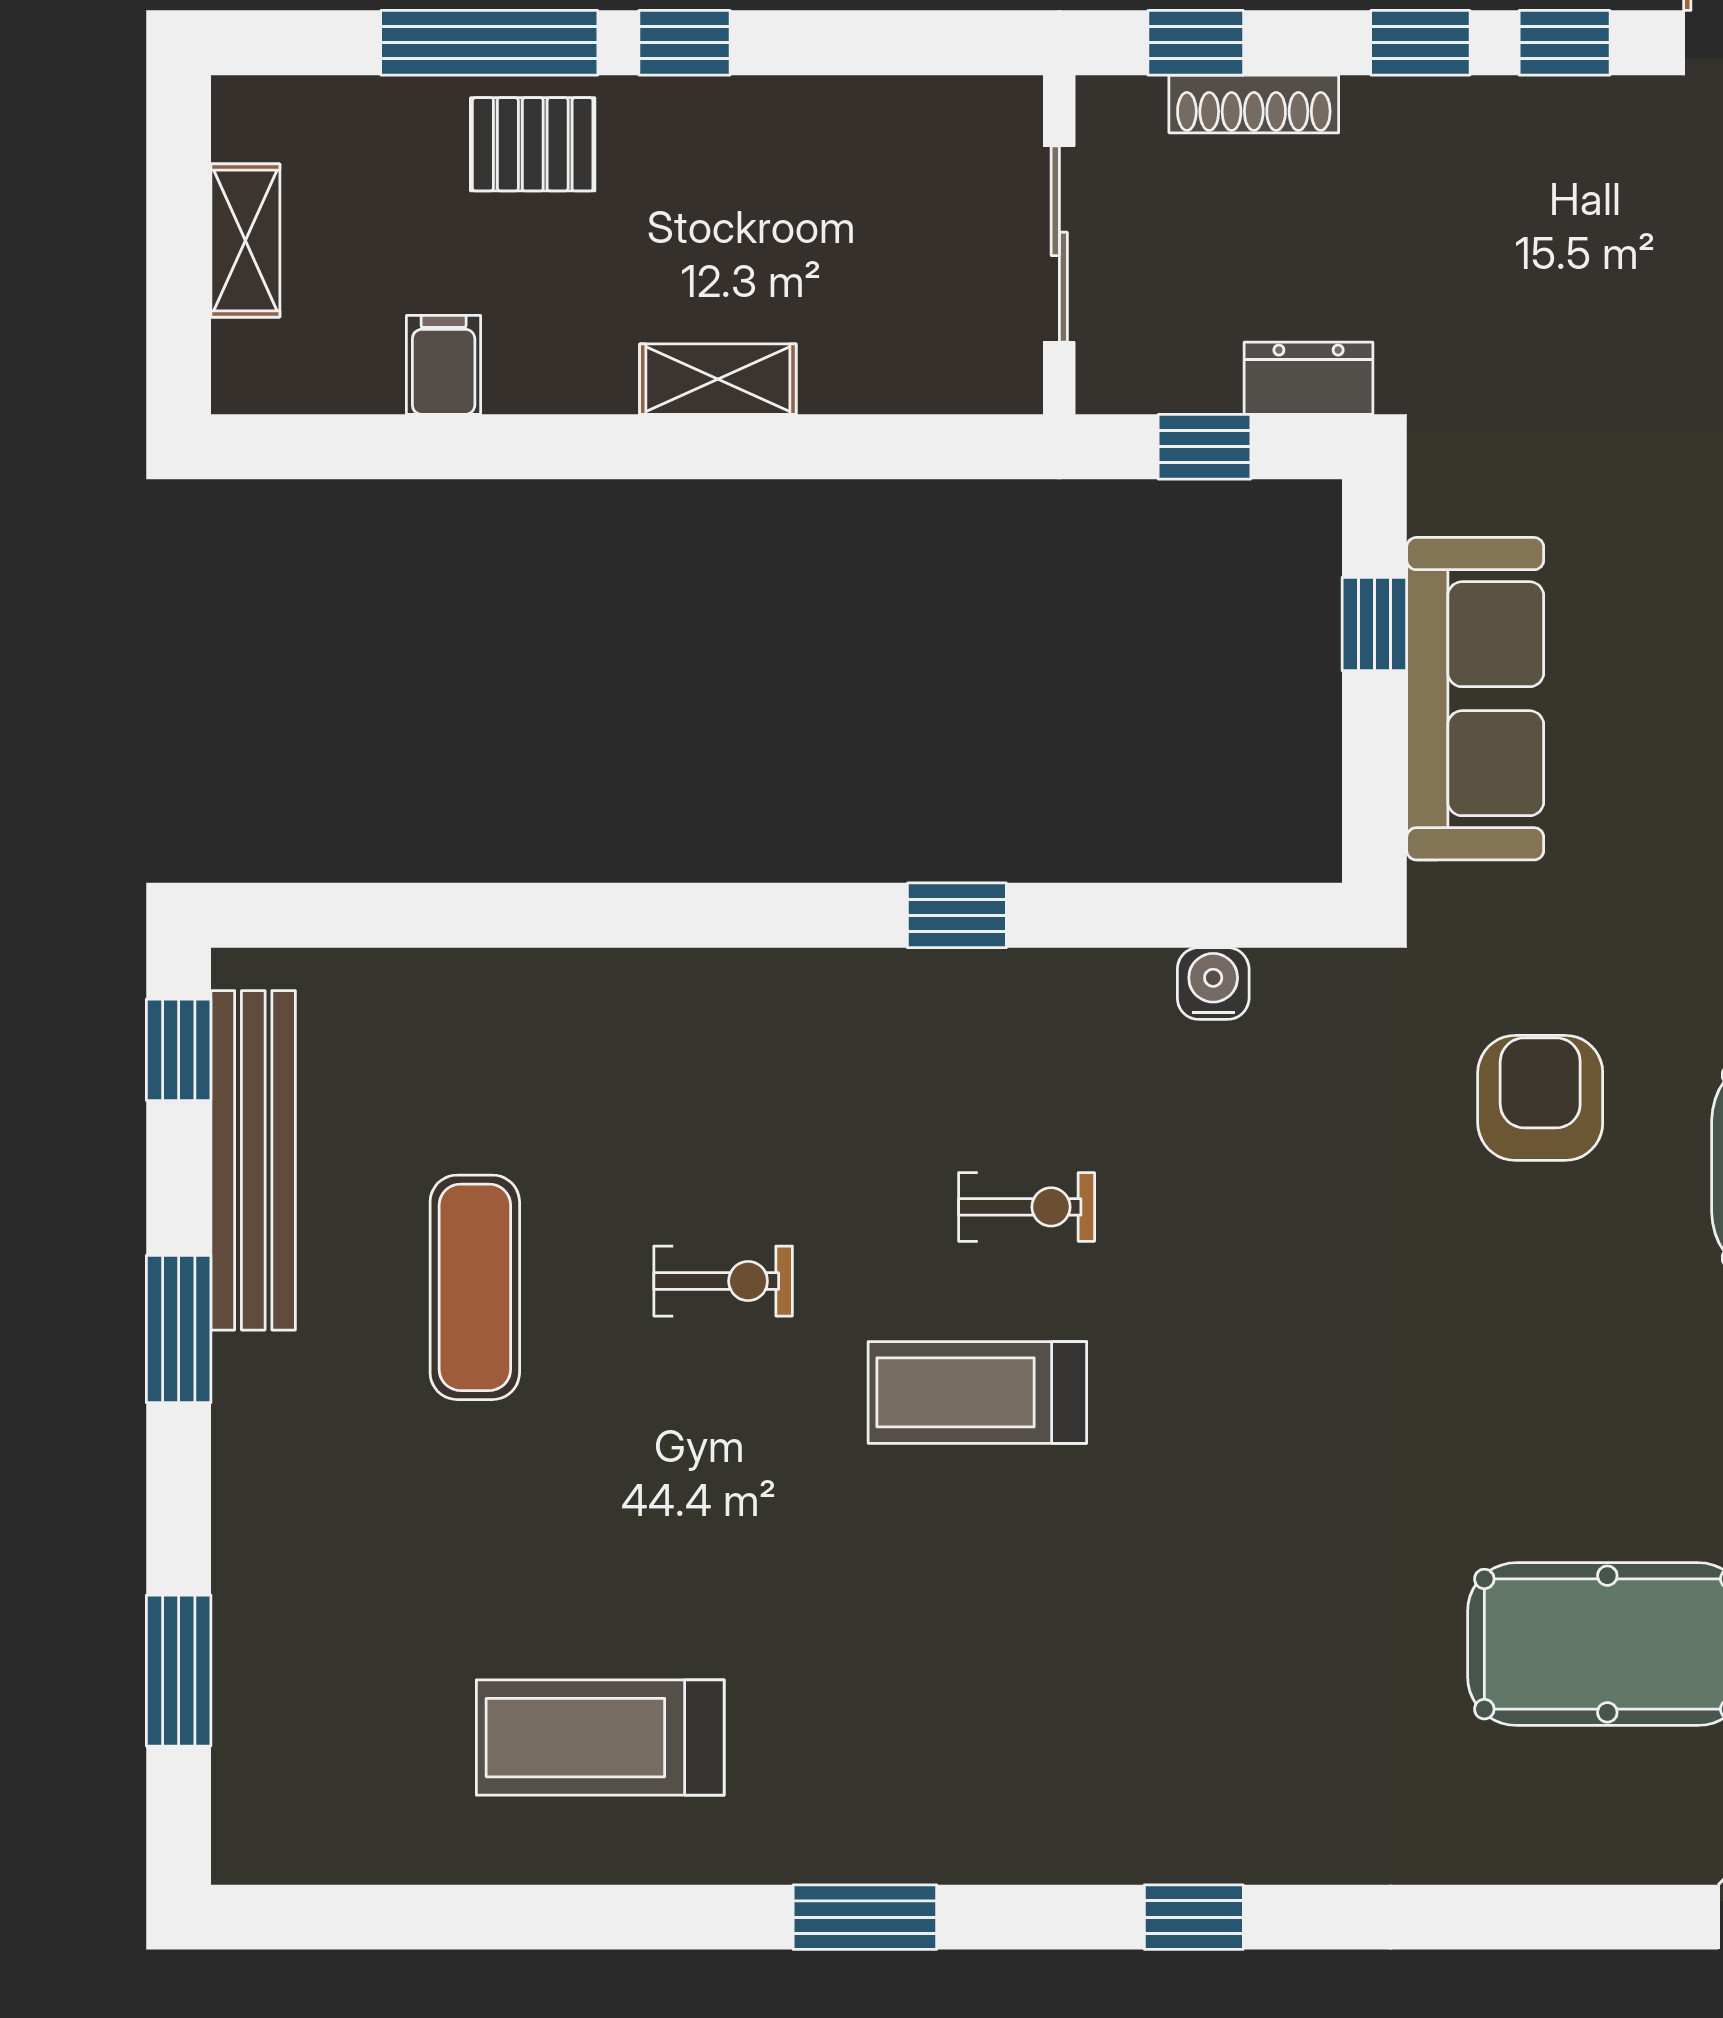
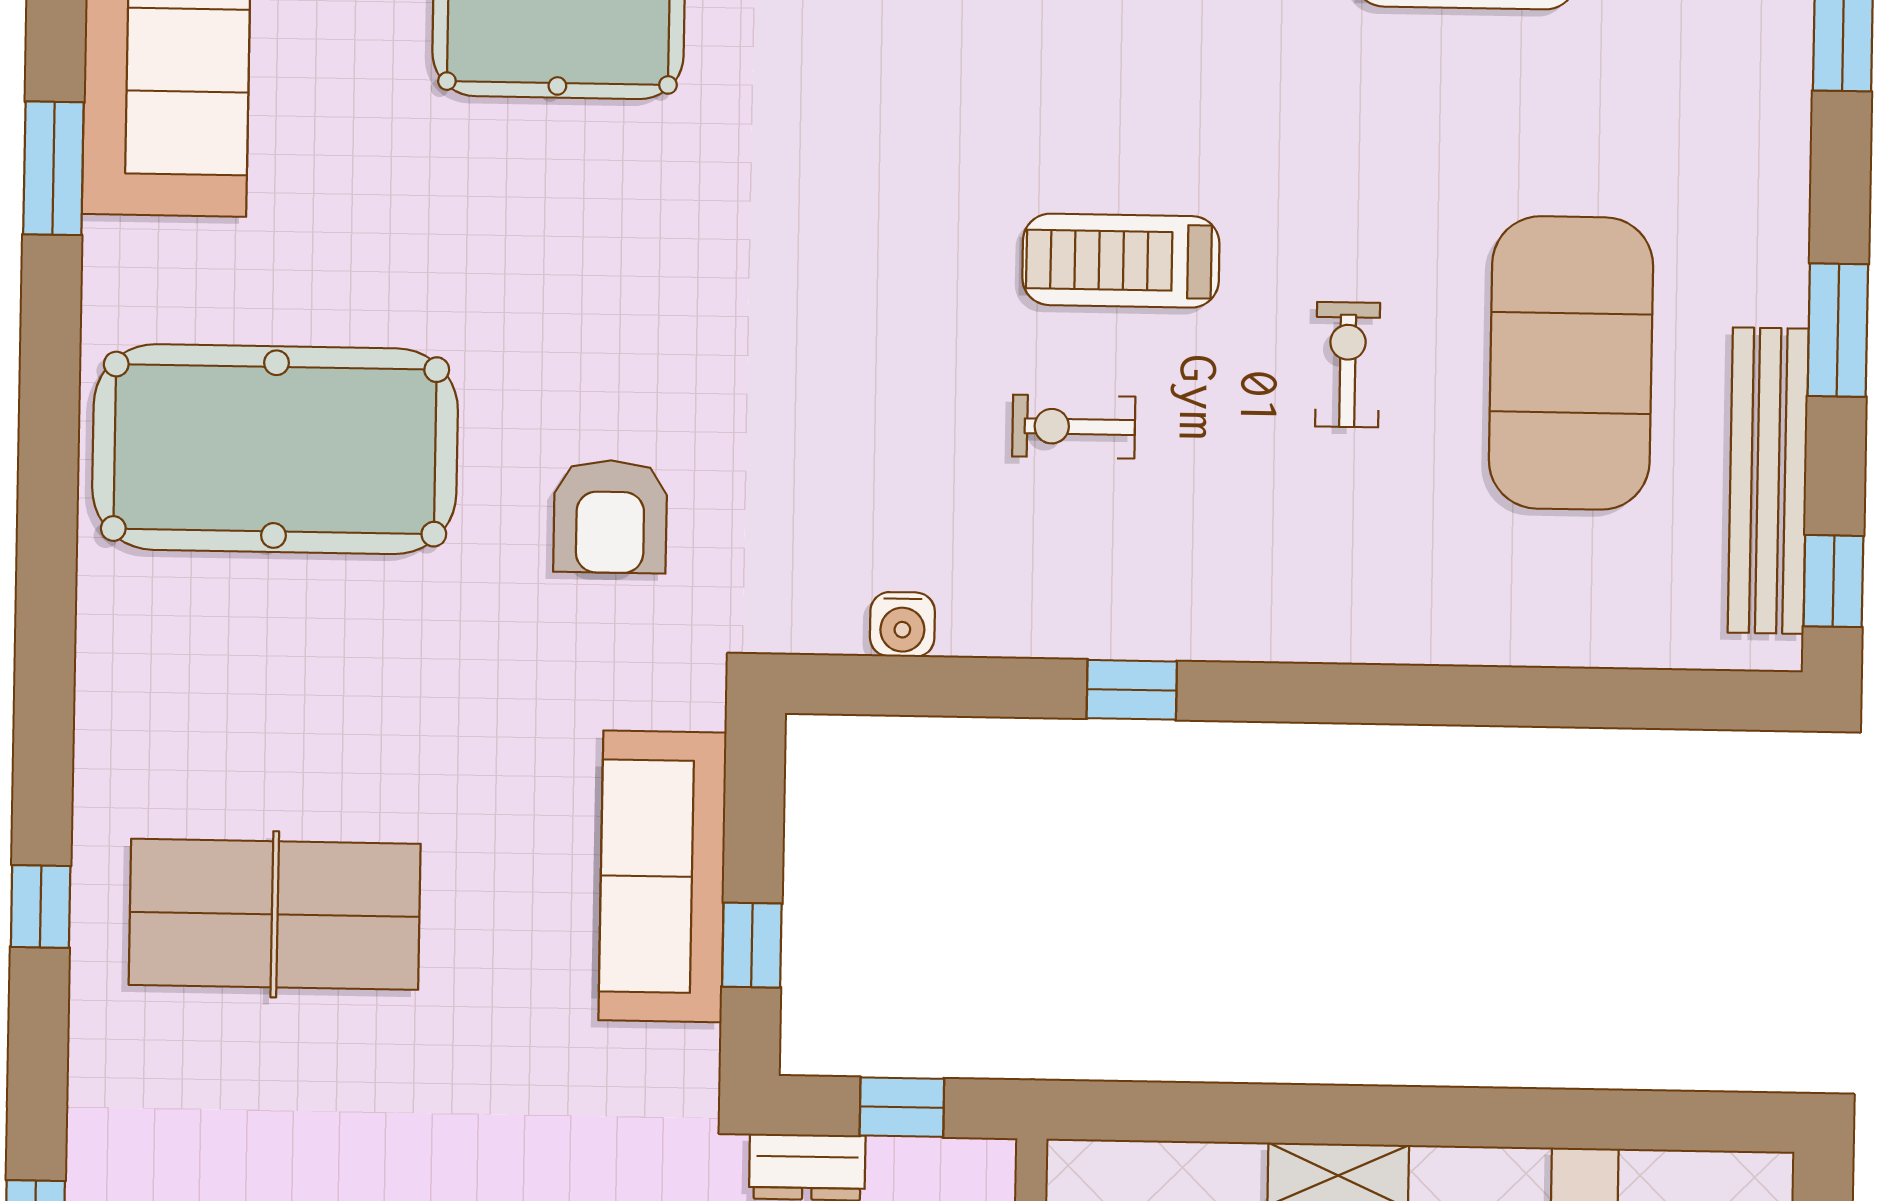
exercise bike: (723, 1281) -> (1348, 365), turned 90
exercise mat: (475, 1287) -> (1571, 363), width x2.00, depth x1.45
treadmill: (977, 1392) -> (1121, 261), turned 180

